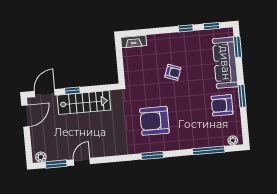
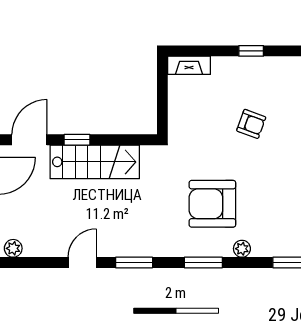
window: (186, 28) -> (251, 51), moved
plant: (174, 145) -> (242, 249), added
window: (56, 164) -> (134, 262), moved

